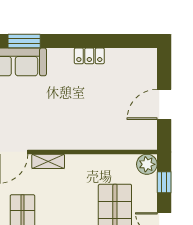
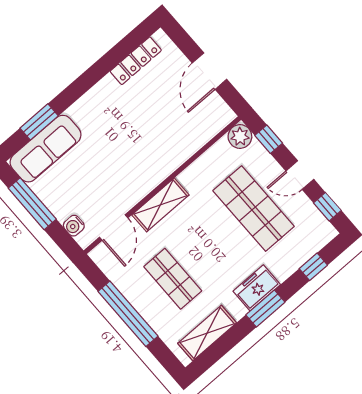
locker: (89, 56) -> (136, 61), moved, width x1.53
shelving: (48, 161) -> (160, 205), width x1.50, depth x1.33

